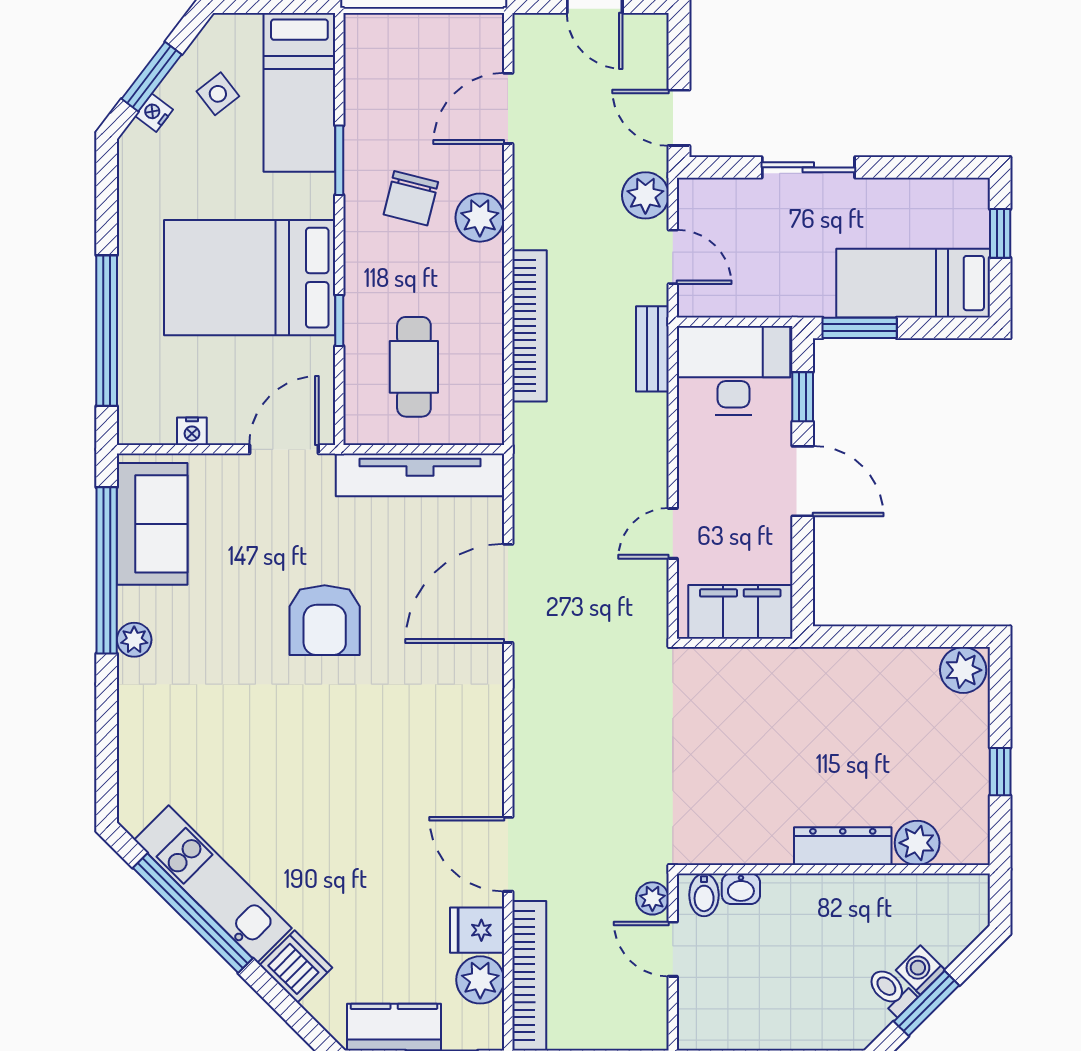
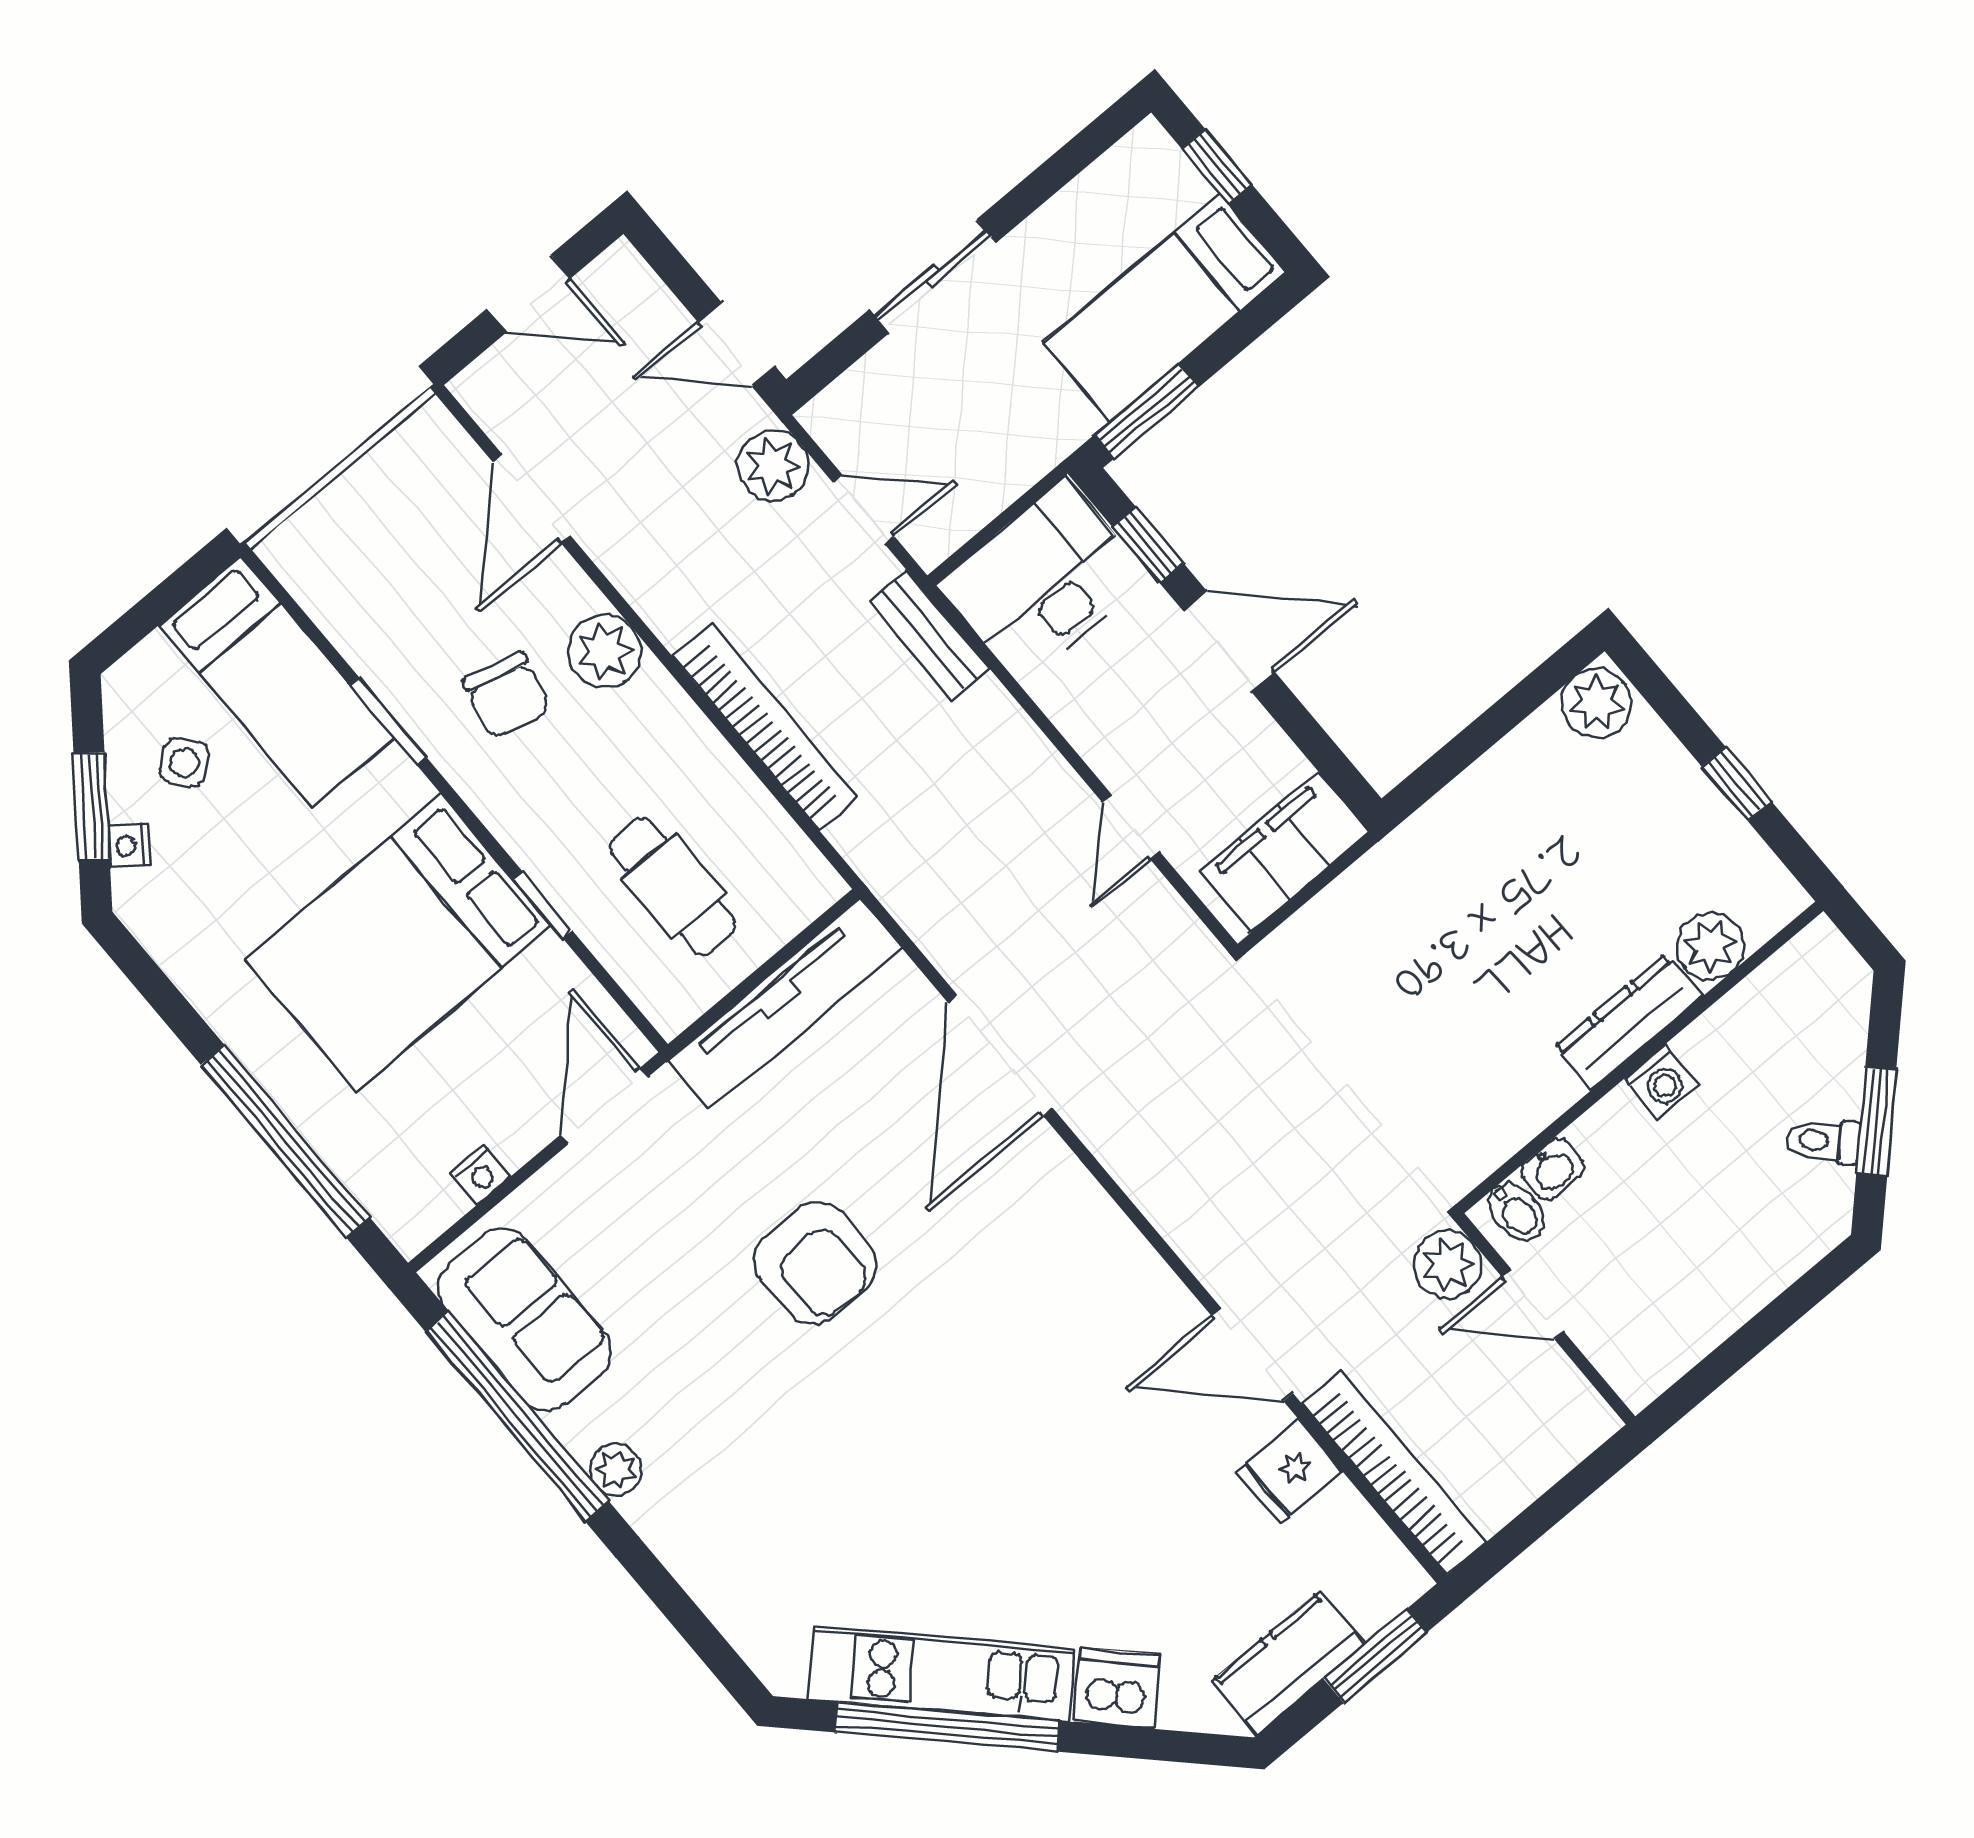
plant: (652, 898) -> (1447, 1265), width x1.38, depth x1.38
washing machine: (920, 970) -> (1662, 1082), moved, turned -135
plant: (480, 980) -> (1341, 1525), removed

